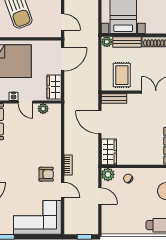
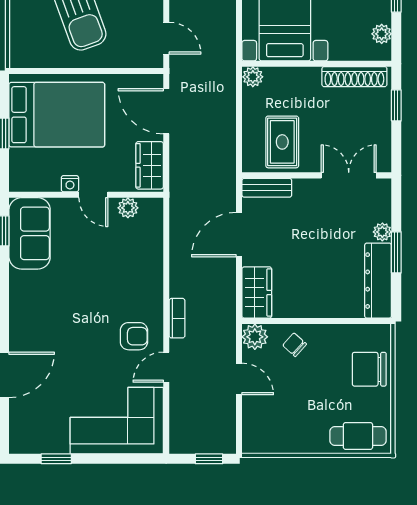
bench: (127, 42) -> (292, 77), removed
door: (63, 59) -> (166, 111), swing flipped
door: (100, 122) -> (239, 235), hinge flipped
door: (63, 190) -> (166, 367), swing flipped

